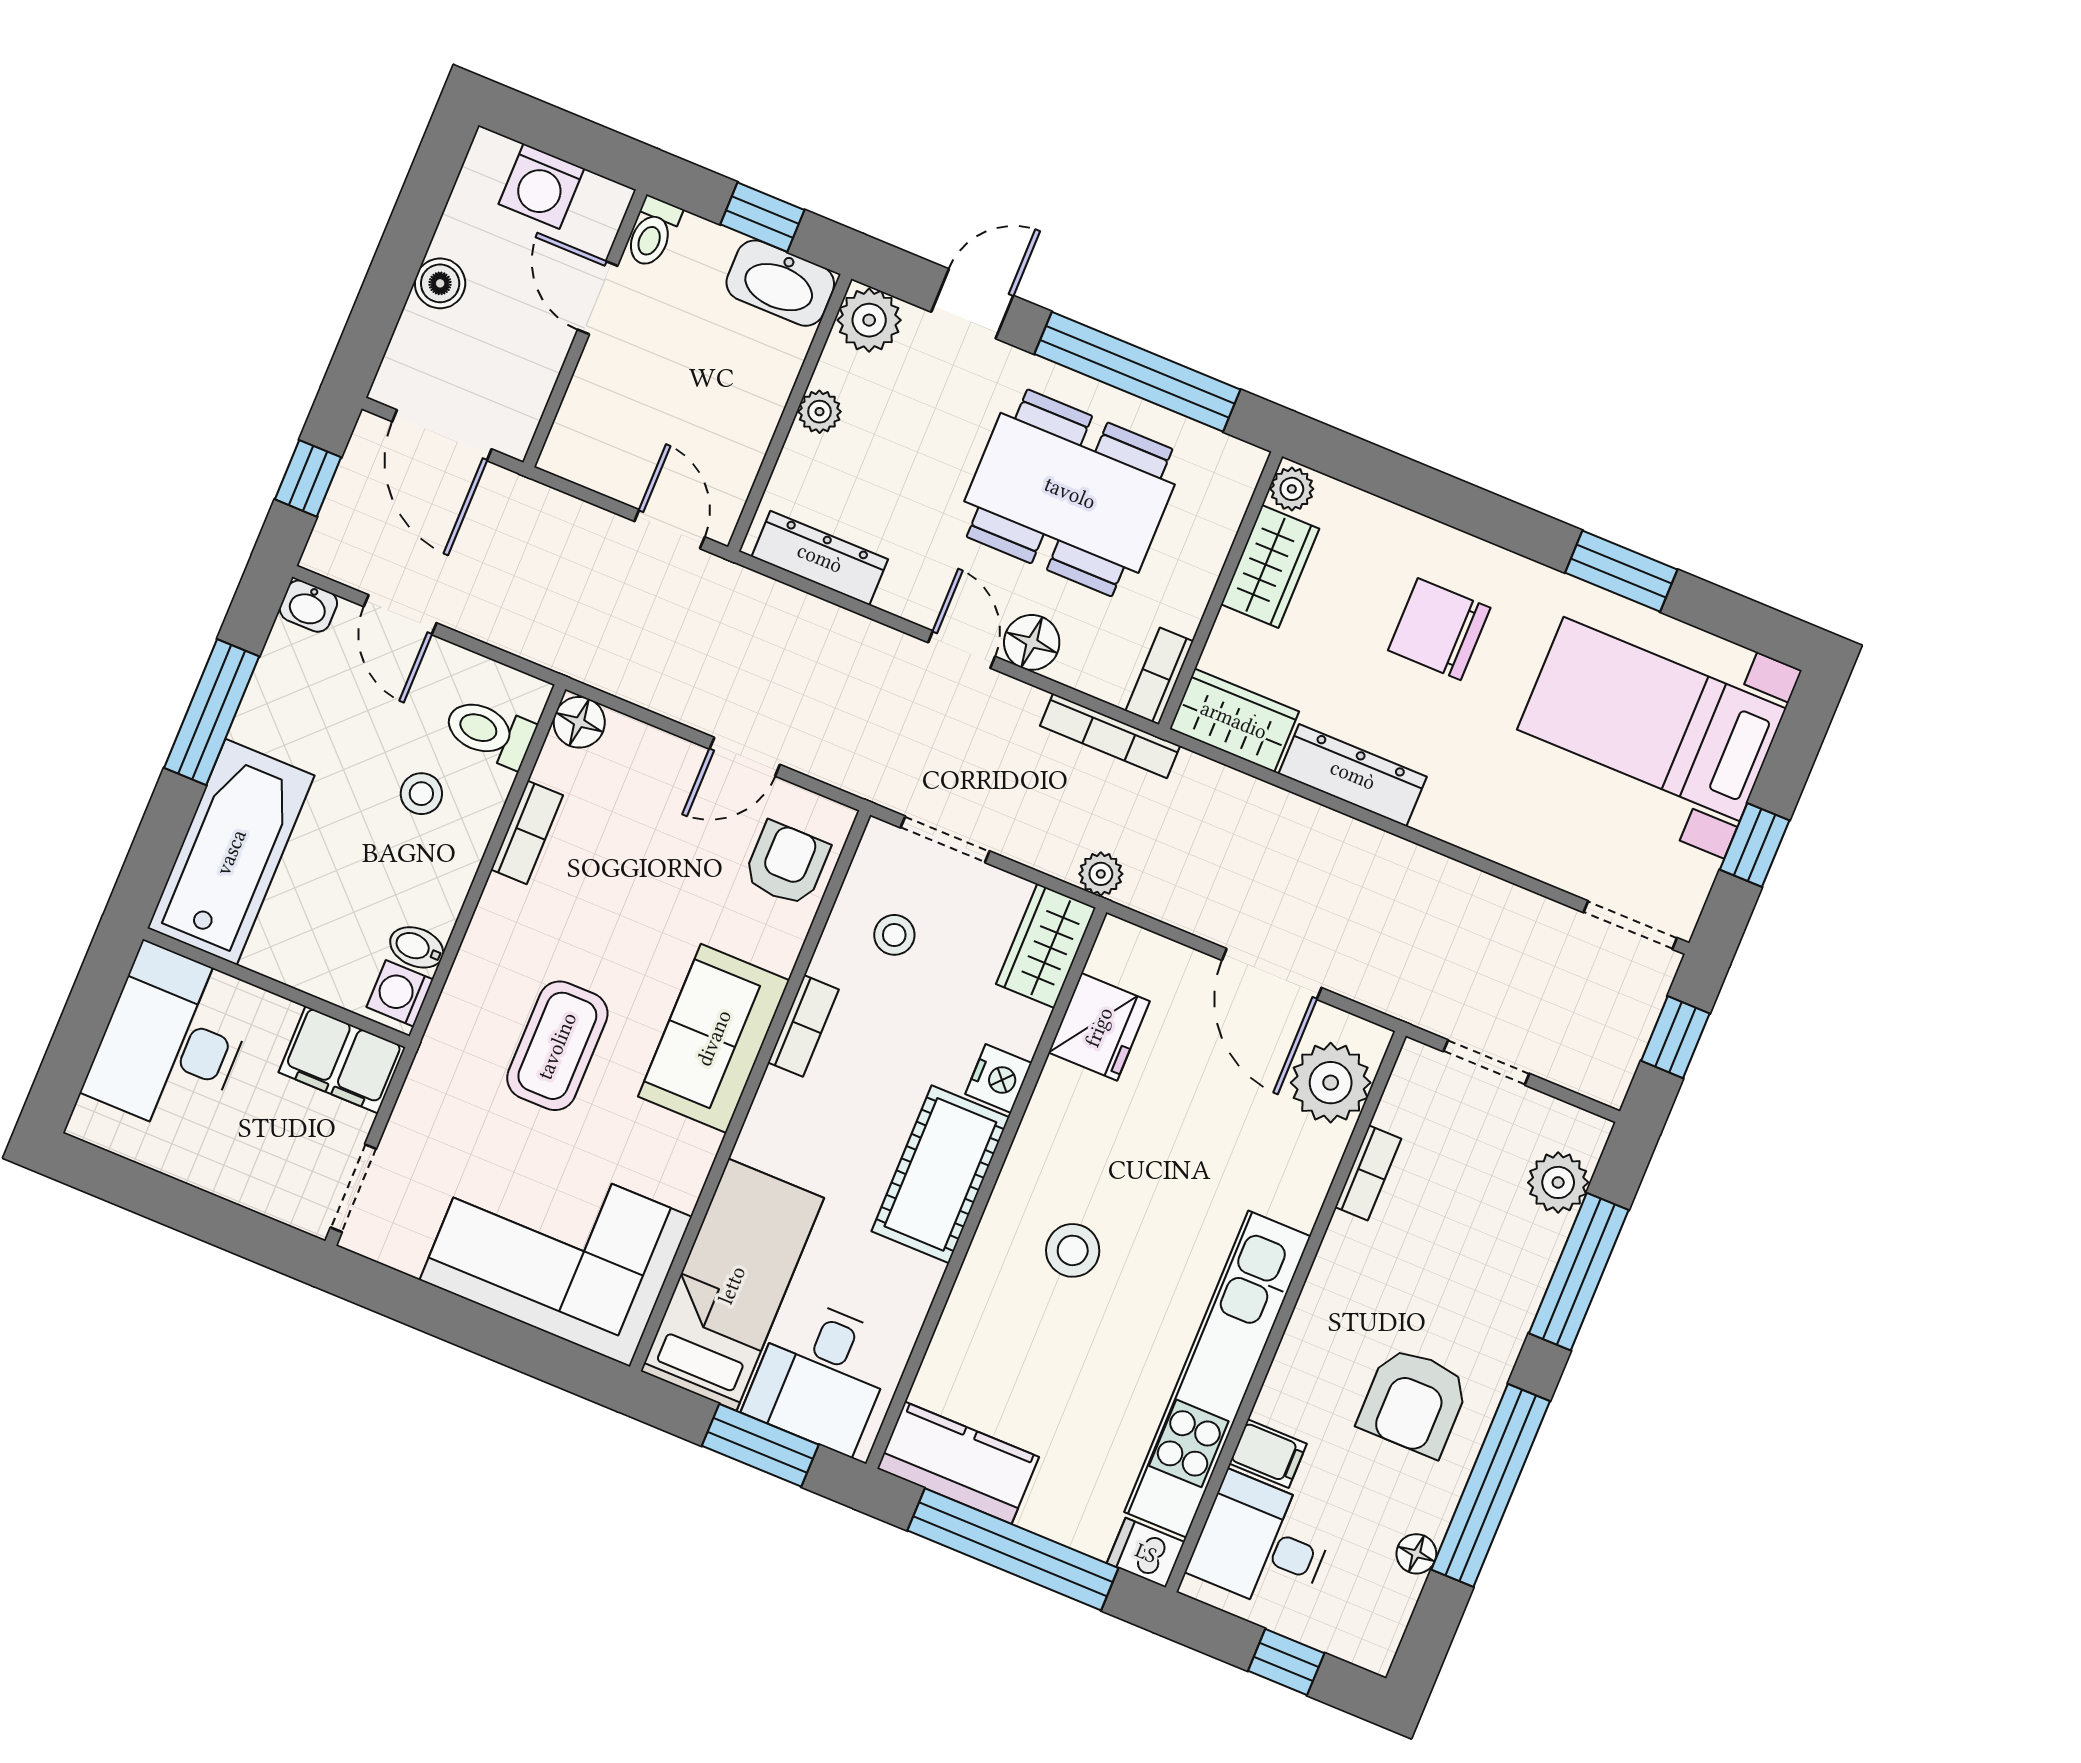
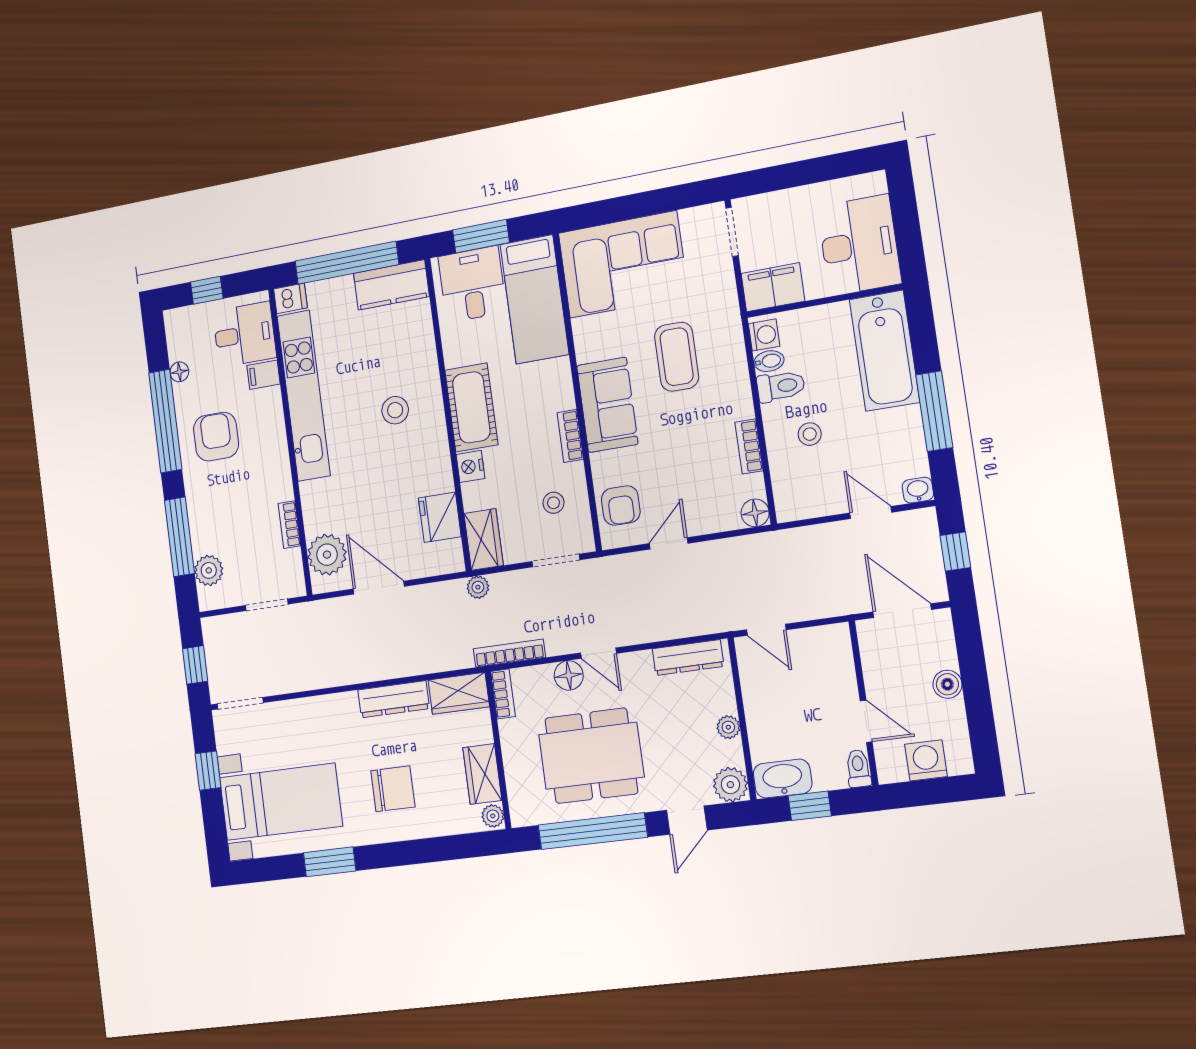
toilet: (489, 732) -> (781, 386), moved

